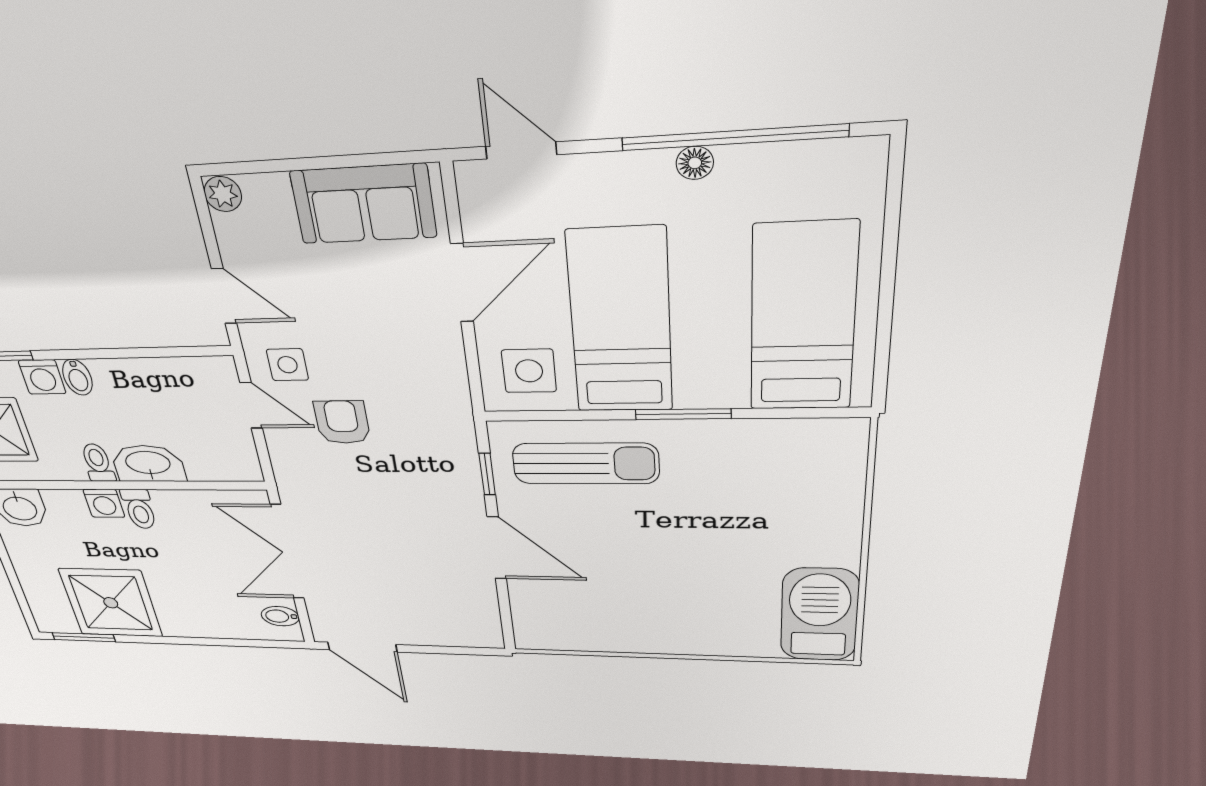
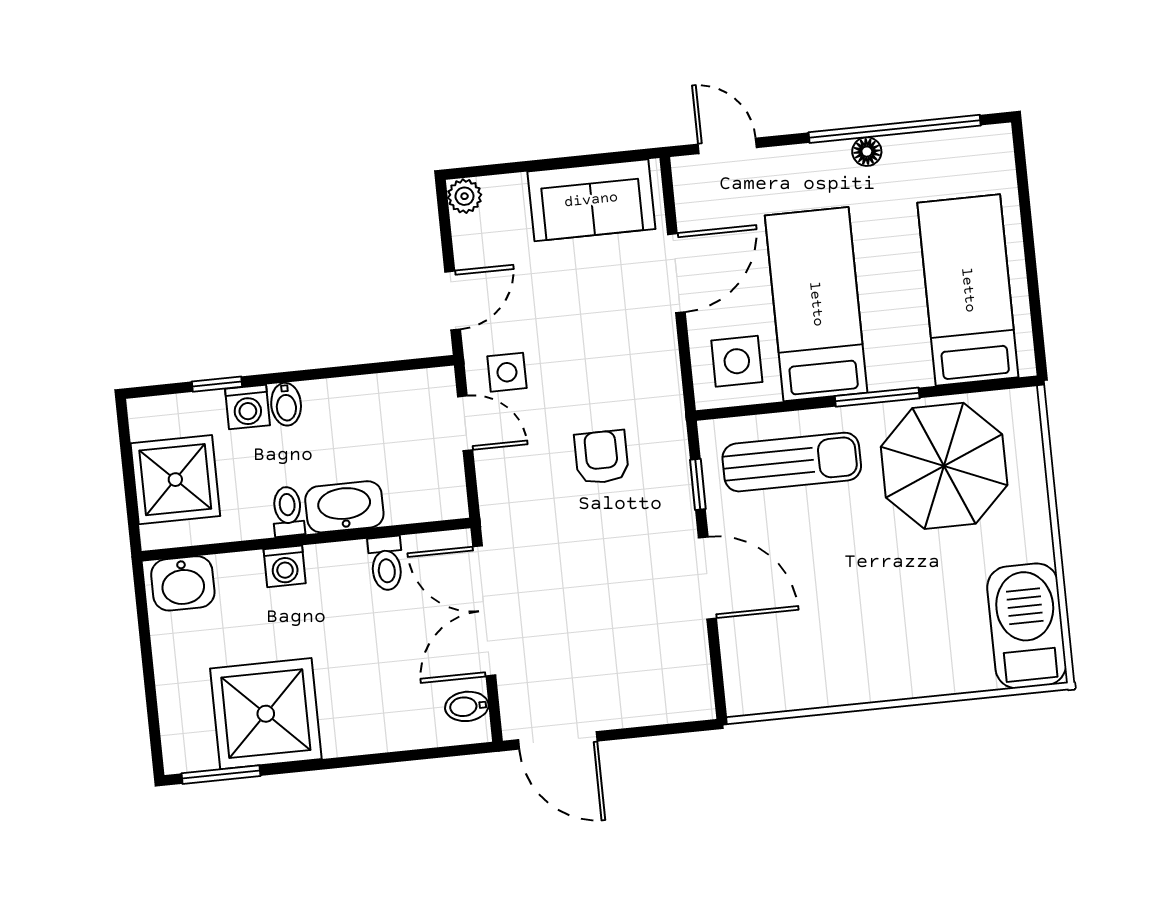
door: (224, 296) -> (453, 300), hinge flipped
armchair: (342, 422) -> (602, 457), moved
parasol: (751, 480) -> (944, 466), added
toilet: (139, 509) -> (386, 563), moved

